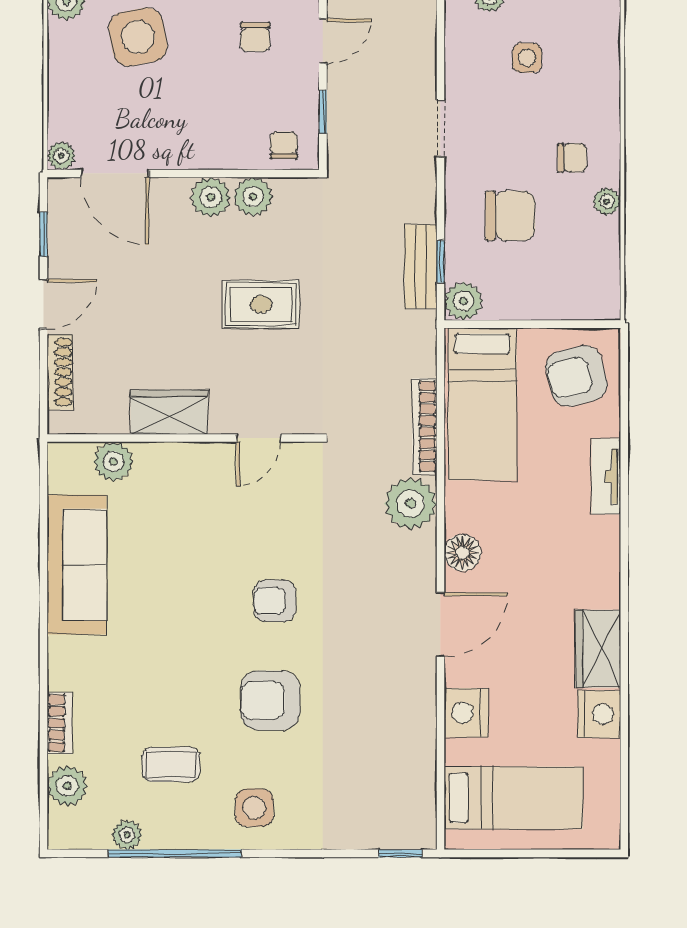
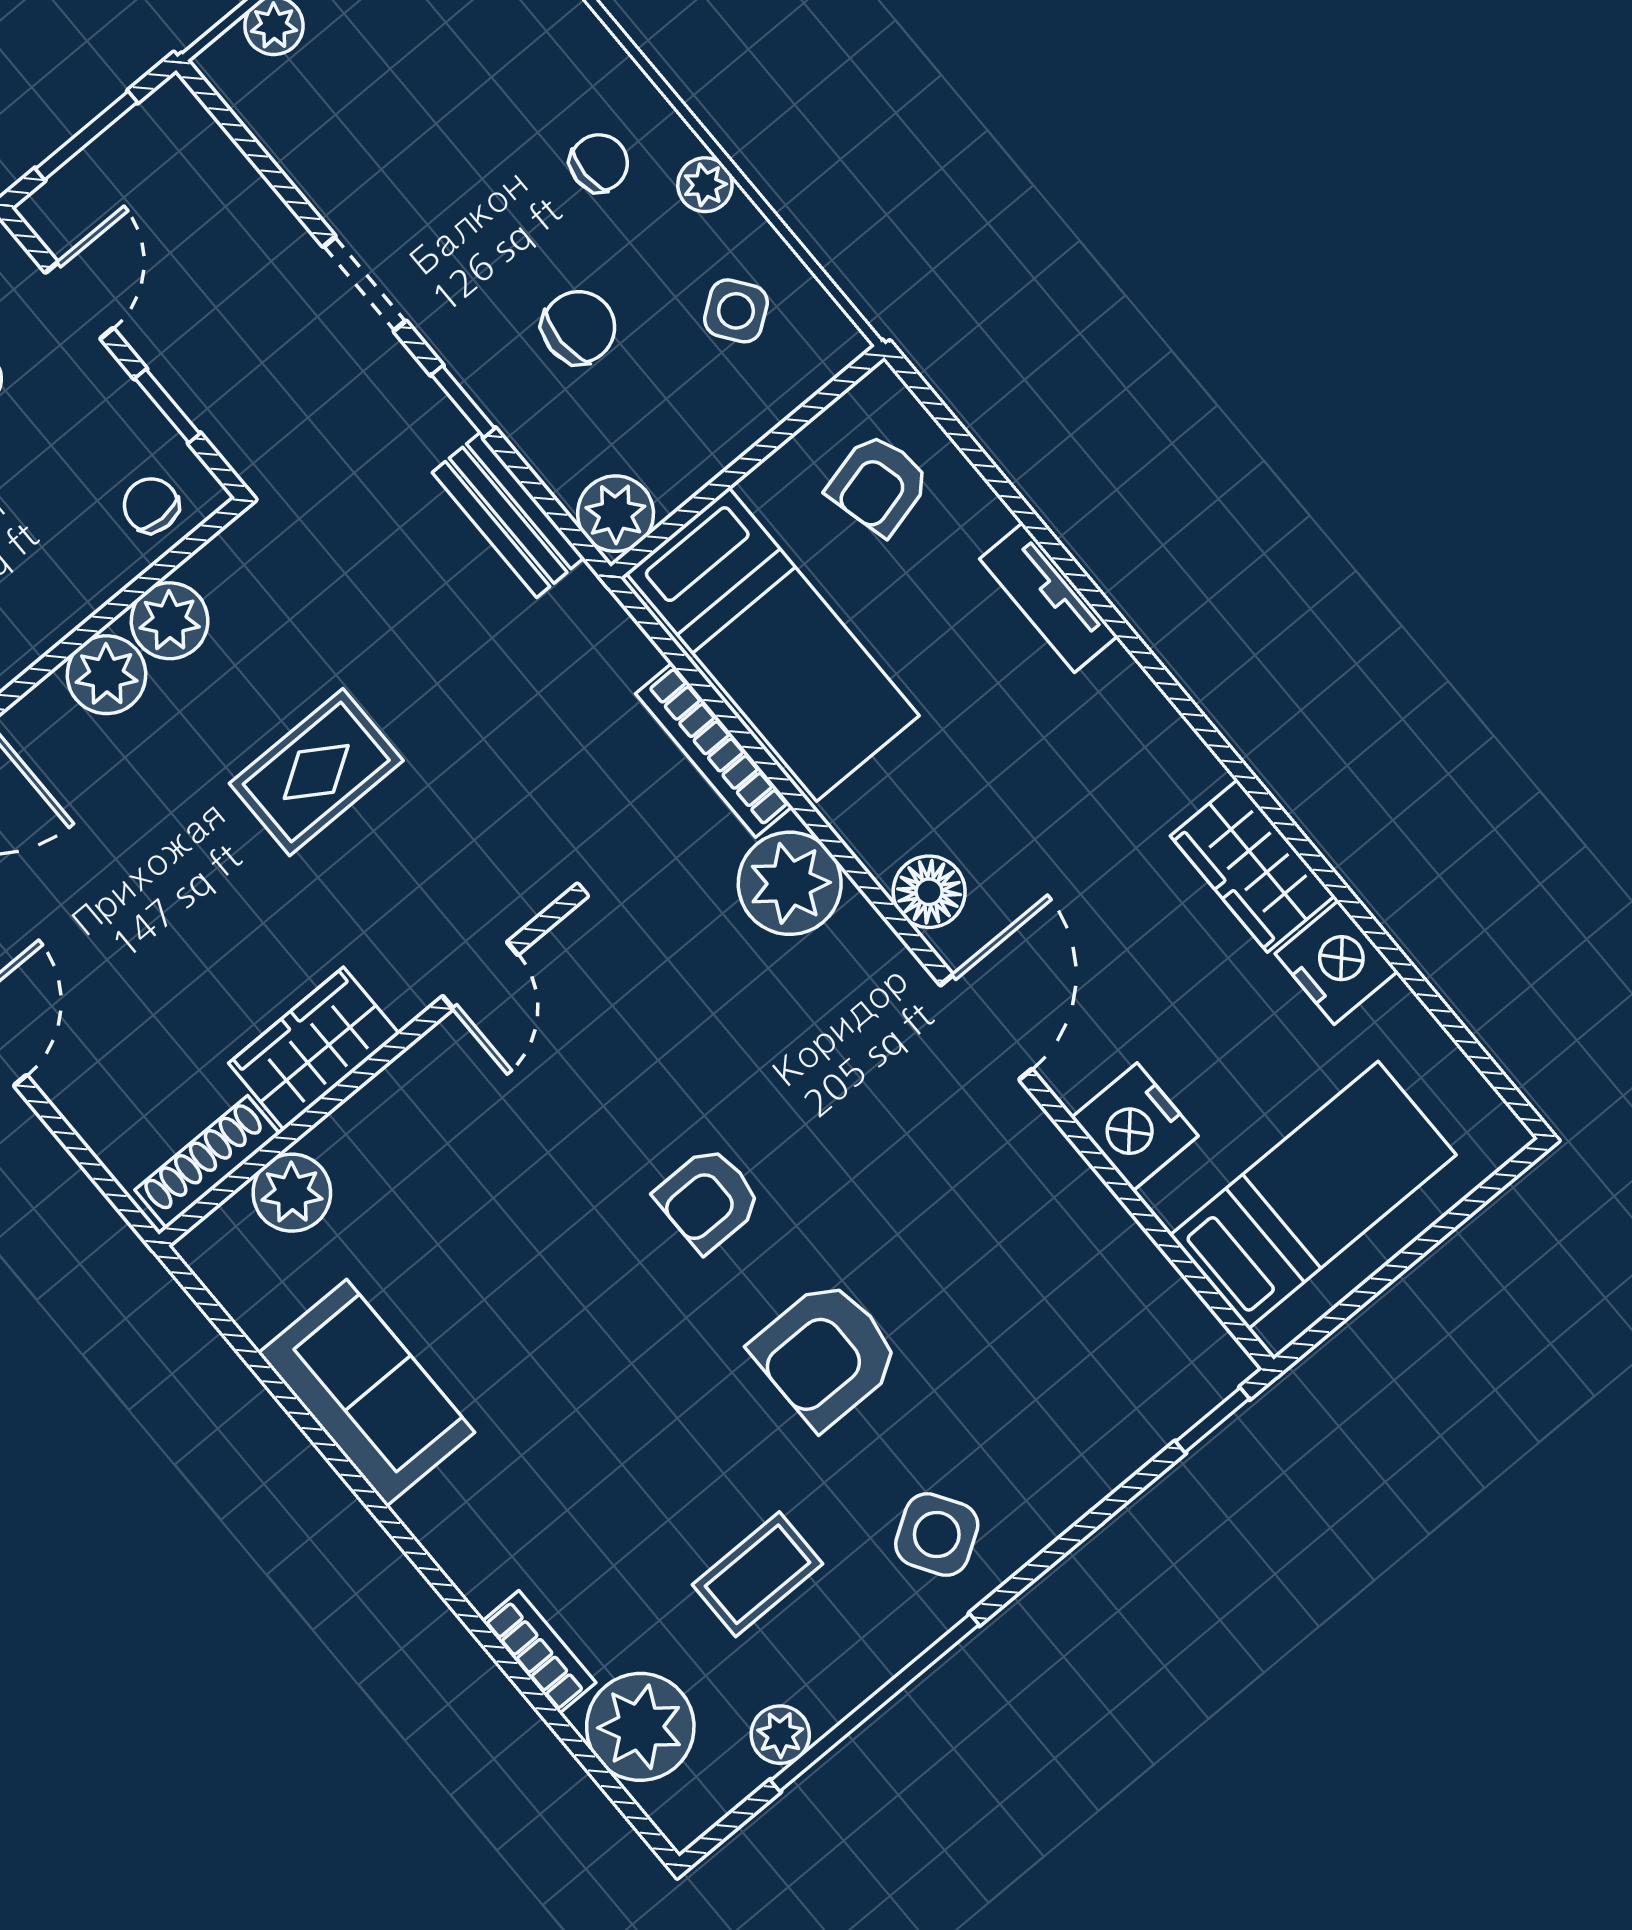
side table: (527, 58) -> (736, 311), moved, turned -36
chair: (510, 216) -> (579, 327), width x0.73, depth x0.73
window: (440, 261) -> (463, 402), moved
shoe rack: (60, 372) -> (207, 1162), moved, turned -90
armchair: (576, 376) -> (878, 484), width x0.72, depth x0.72
sofa: (77, 565) -> (366, 1393), width x0.73
plant: (67, 786) -> (640, 1727), width x1.36, depth x1.36
side table: (254, 808) -> (937, 1535), turned -32

